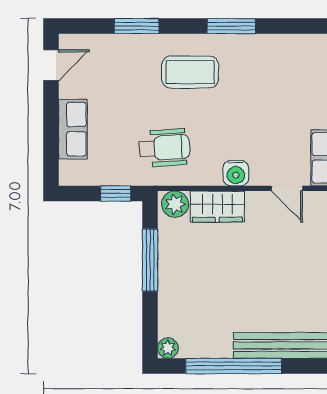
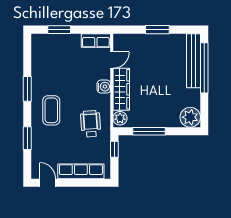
row of seats: (73, 129) -> (81, 171), width x1.48
wardrobe: (217, 207) -> (121, 89), width x1.50
plant: (168, 348) -> (190, 117), width x1.88, depth x1.88
window: (234, 366) -> (204, 68), moved

